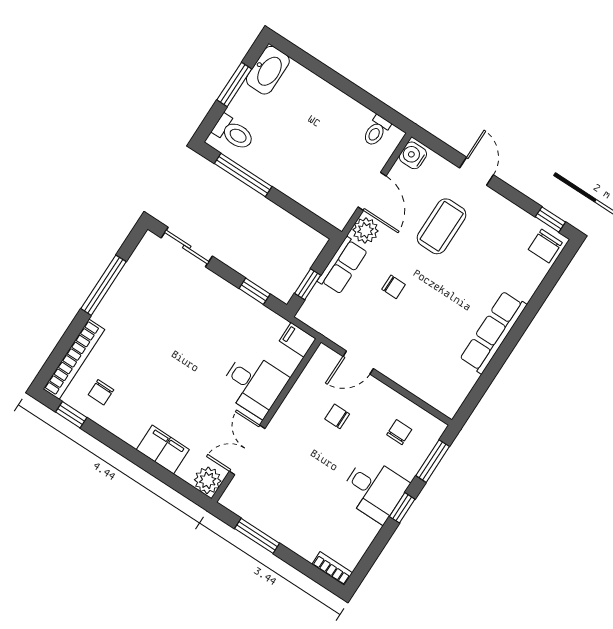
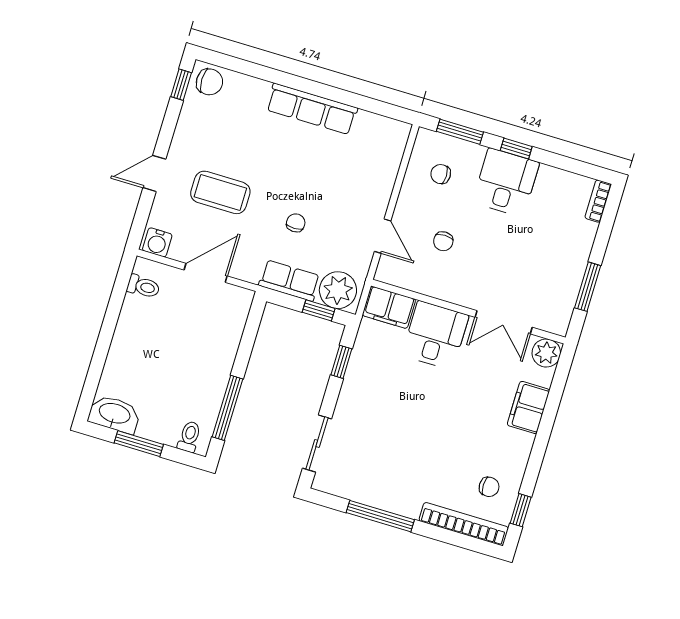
toilet: (234, 133) -> (189, 437), width x0.73, depth x0.72
plant: (365, 230) -> (338, 290), moved, width x1.36, depth x1.36
filing cabinet: (298, 340) -> (389, 307), width x2.00

